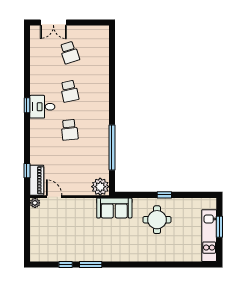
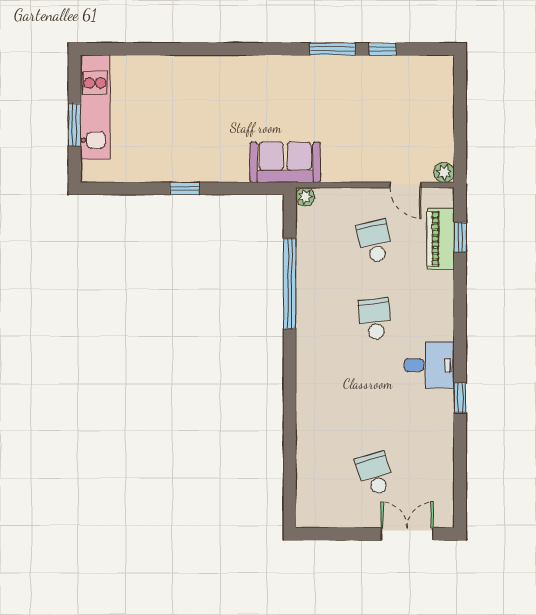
school desk: (69, 91) -> (375, 241), moved
window: (27, 105) -> (460, 398), moved
piano: (37, 180) -> (441, 239), moved
plant: (100, 187) -> (305, 197), width x0.53, depth x0.53
round table: (157, 220) -> (199, 139), removed

